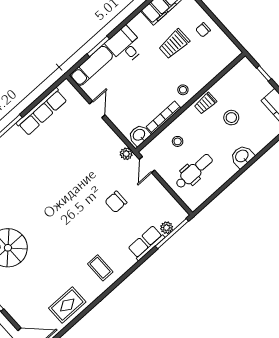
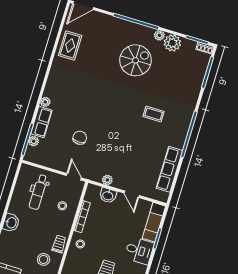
stool: (231, 118) -> (44, 259), moved
washbasin: (139, 135) -> (108, 195), moved, turned 90
plant: (126, 154) -> (107, 180), moved
plant: (129, 261) -> (45, 102), added
coffee table: (100, 268) -> (154, 114), moved

